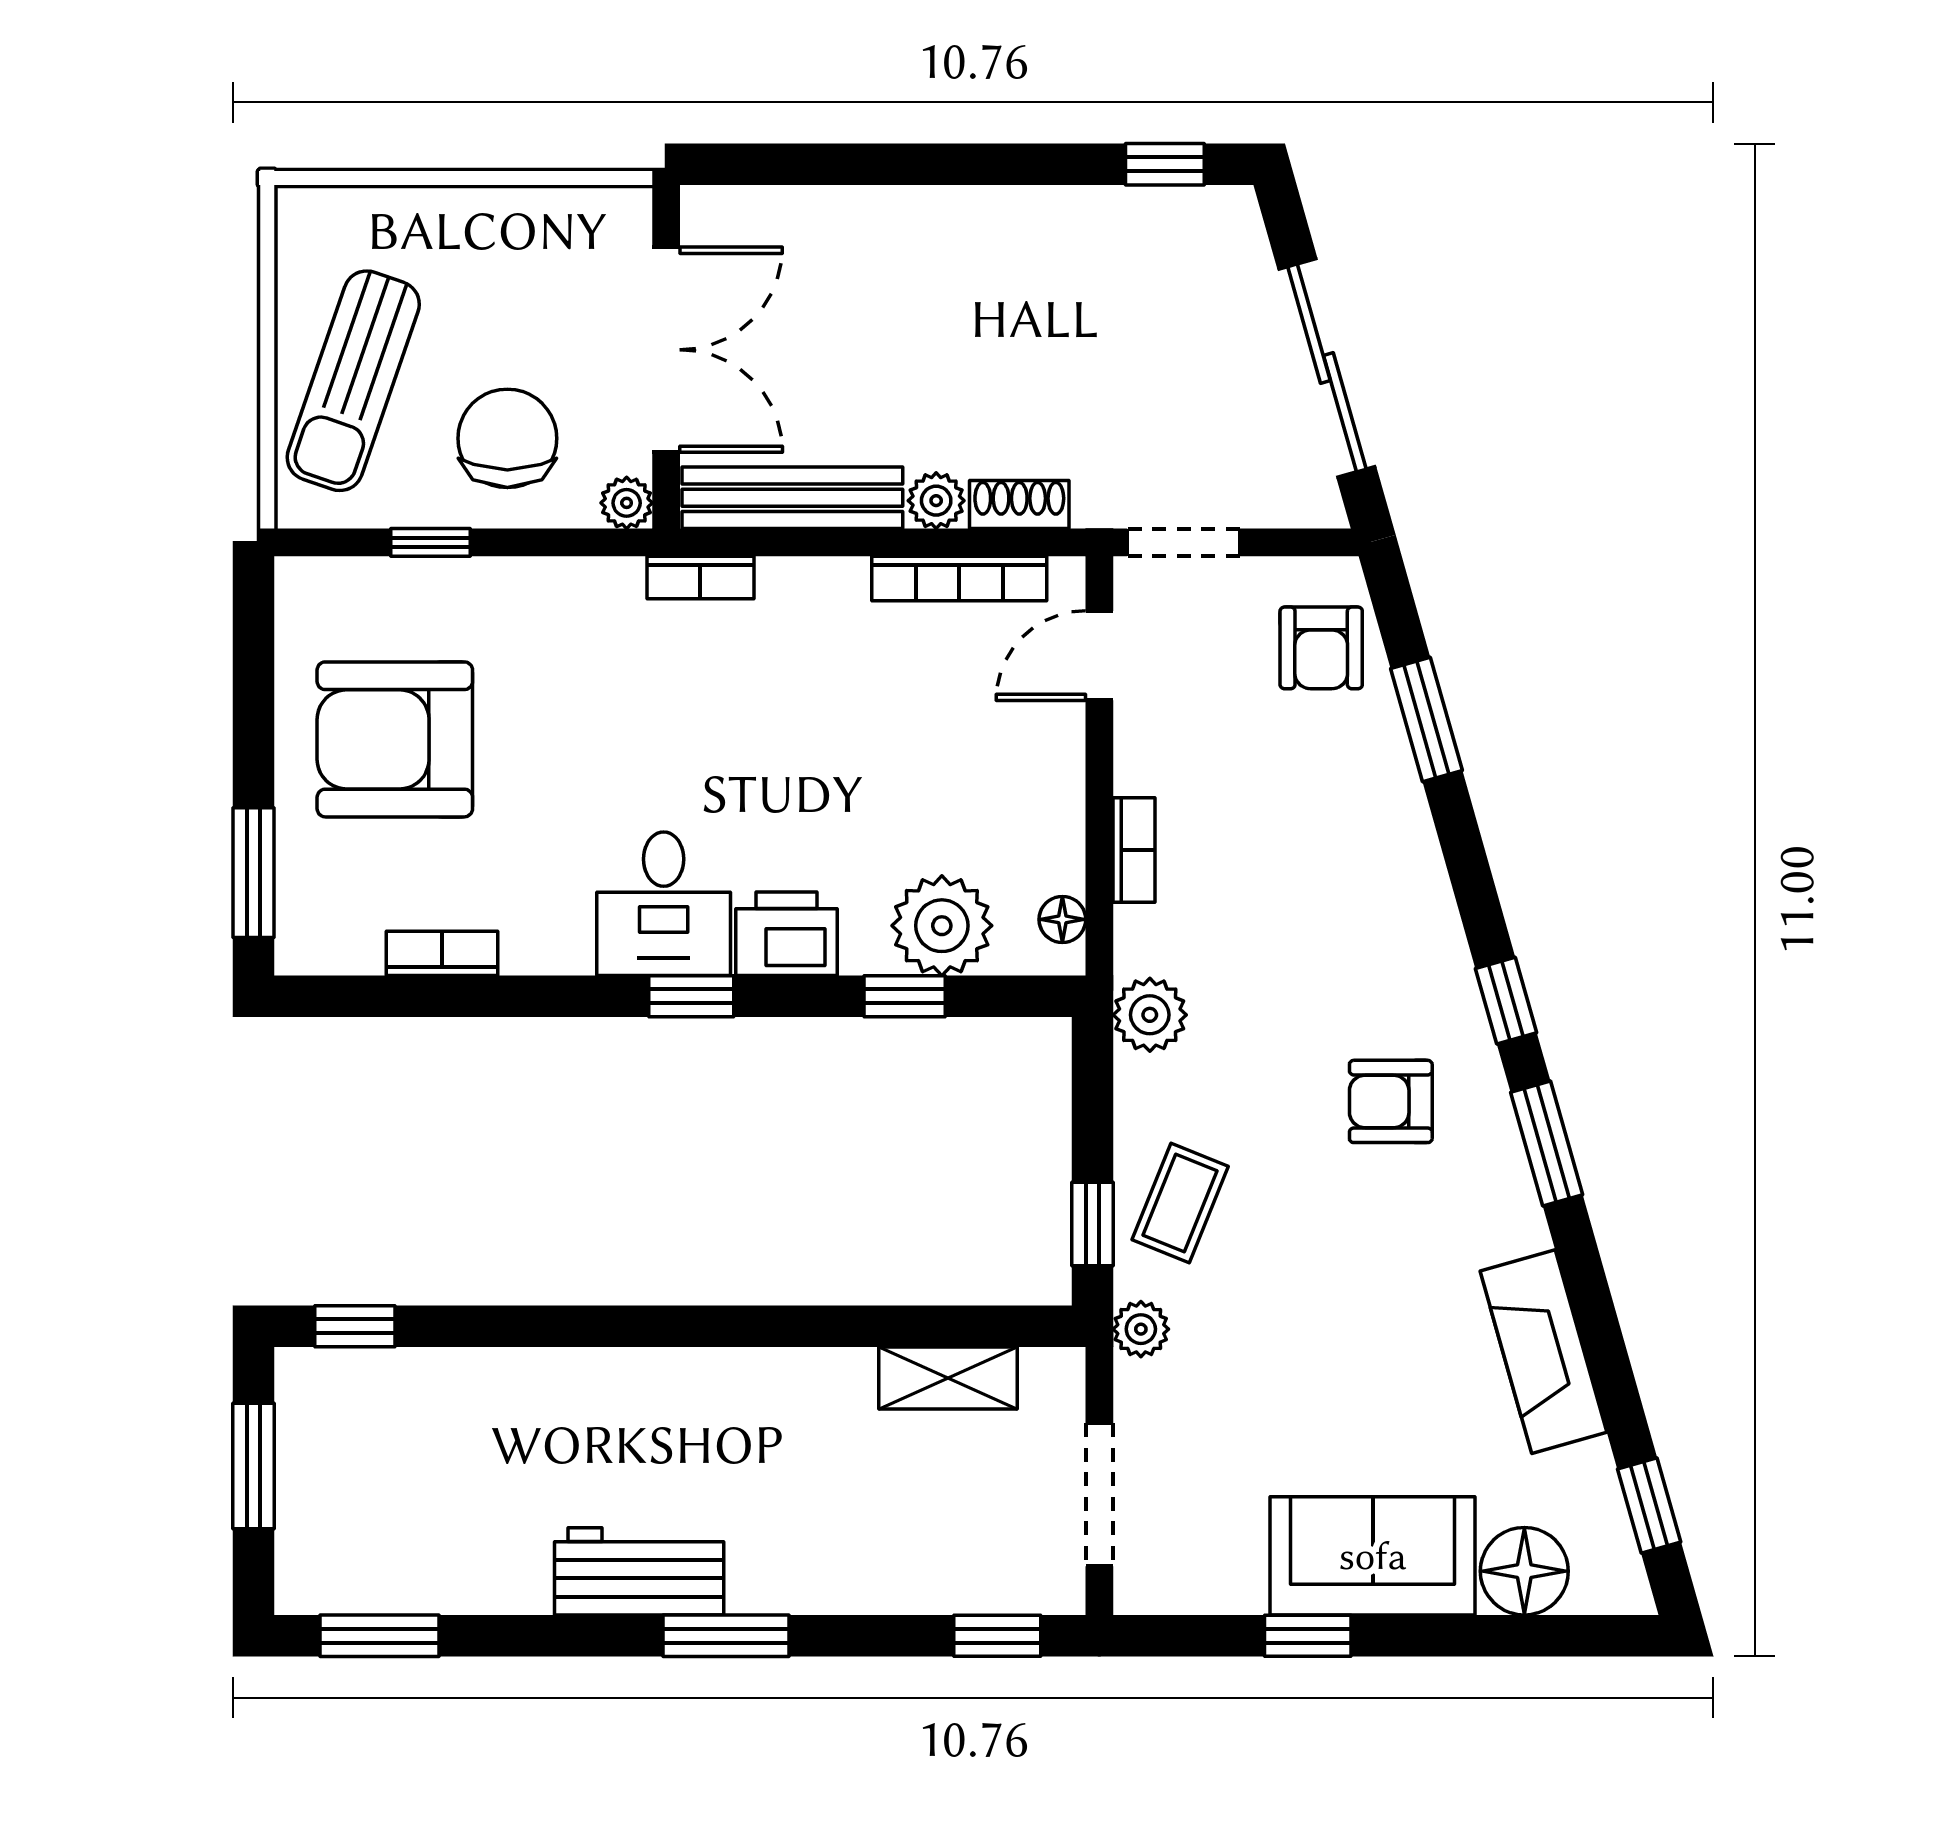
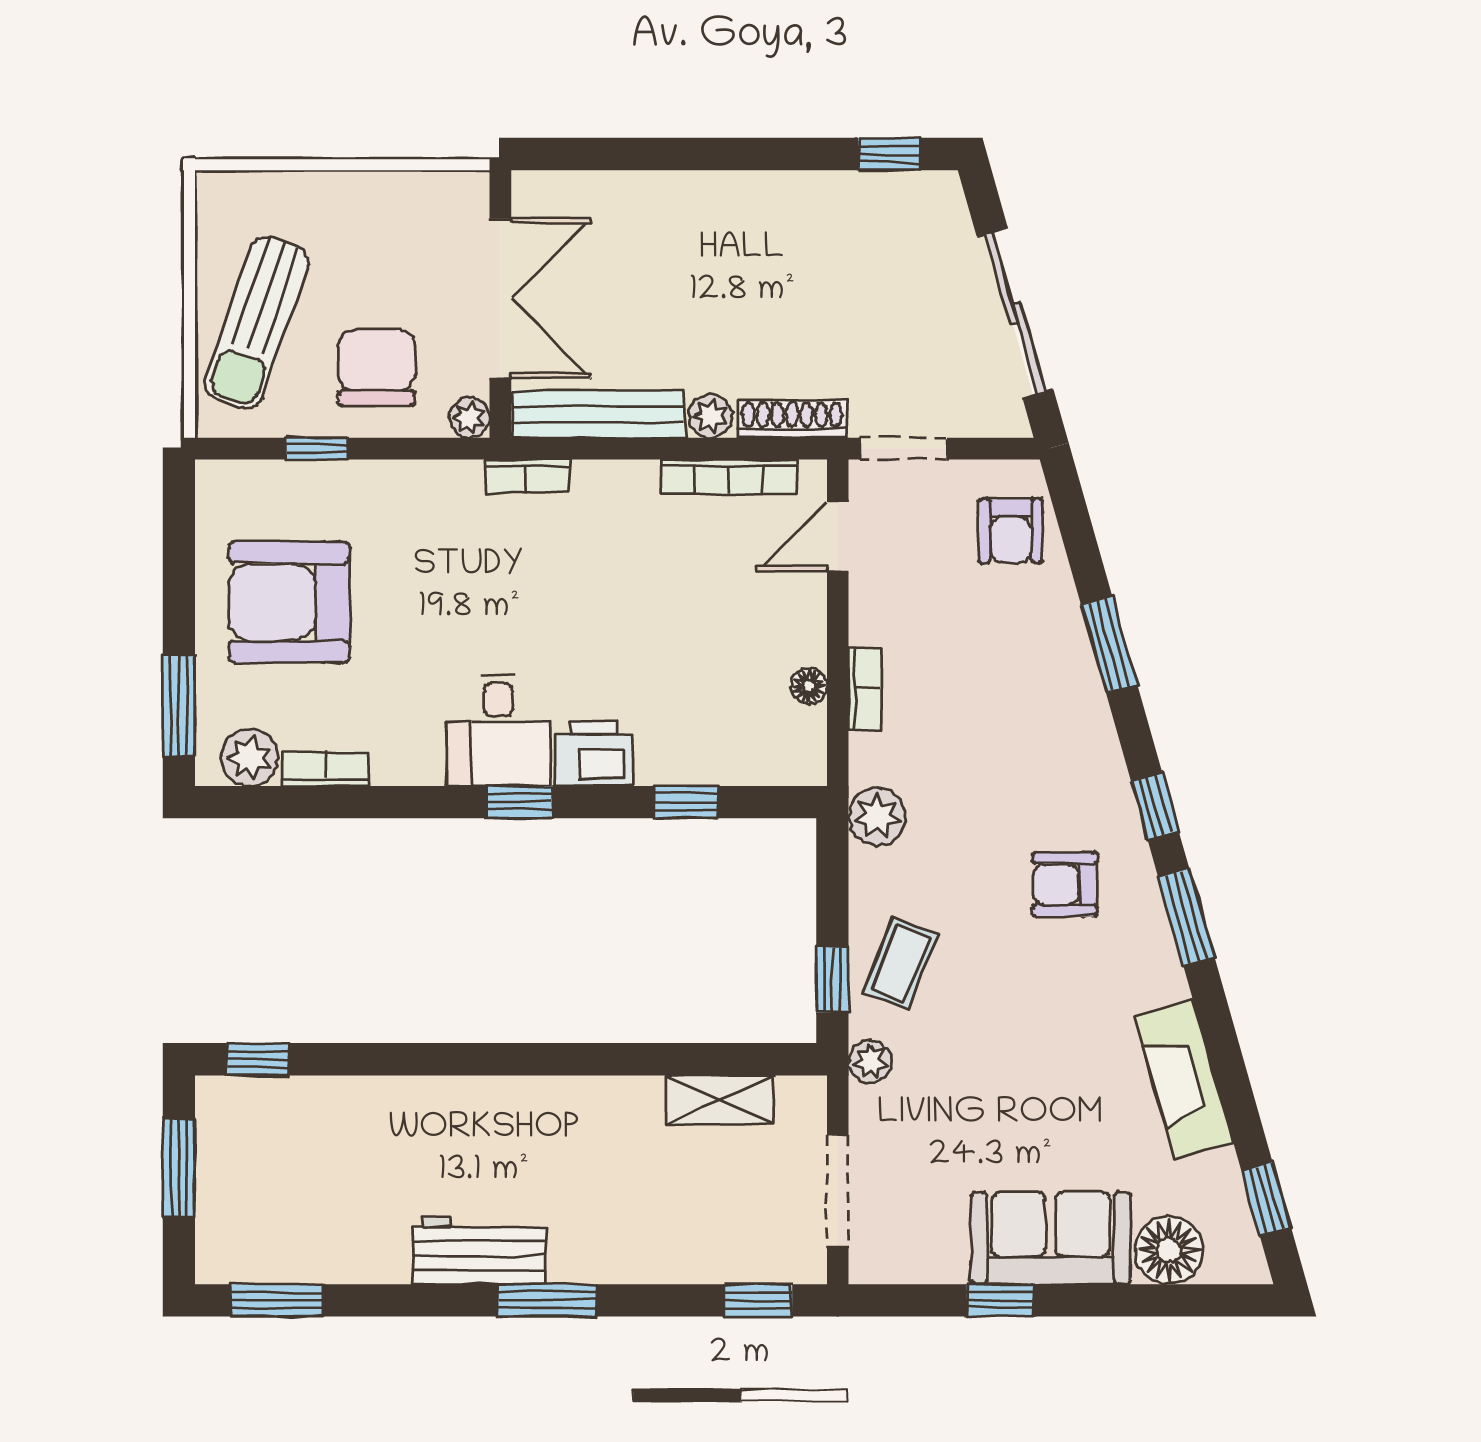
shoe rack: (1019, 505) -> (792, 419), width x1.43
window: (1426, 719) -> (1109, 645), moved
floor lamp: (1062, 919) -> (809, 686), moved
plant: (942, 926) -> (250, 758), moved, width x0.73, depth x0.73

